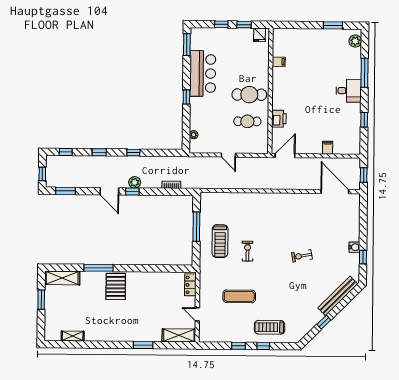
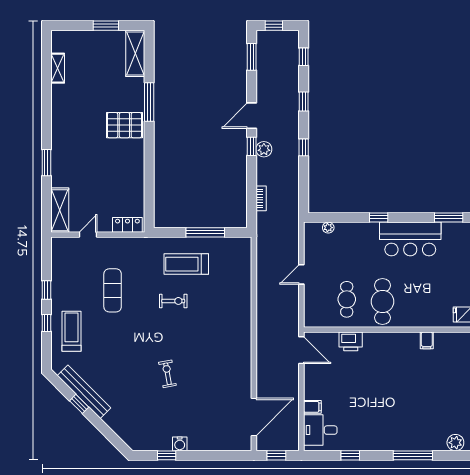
desk: (349, 91) -> (320, 430), moved, turned 90
bench: (338, 296) -> (84, 392), moved

